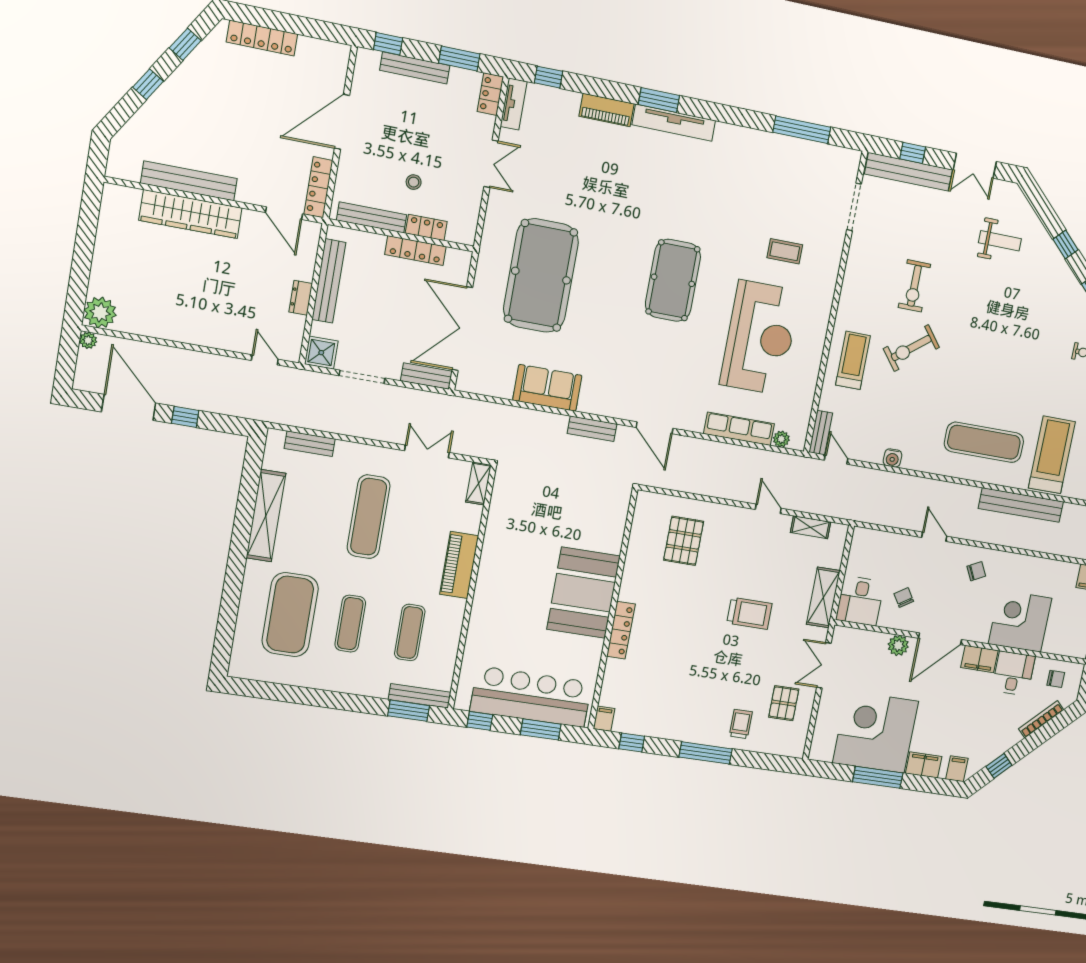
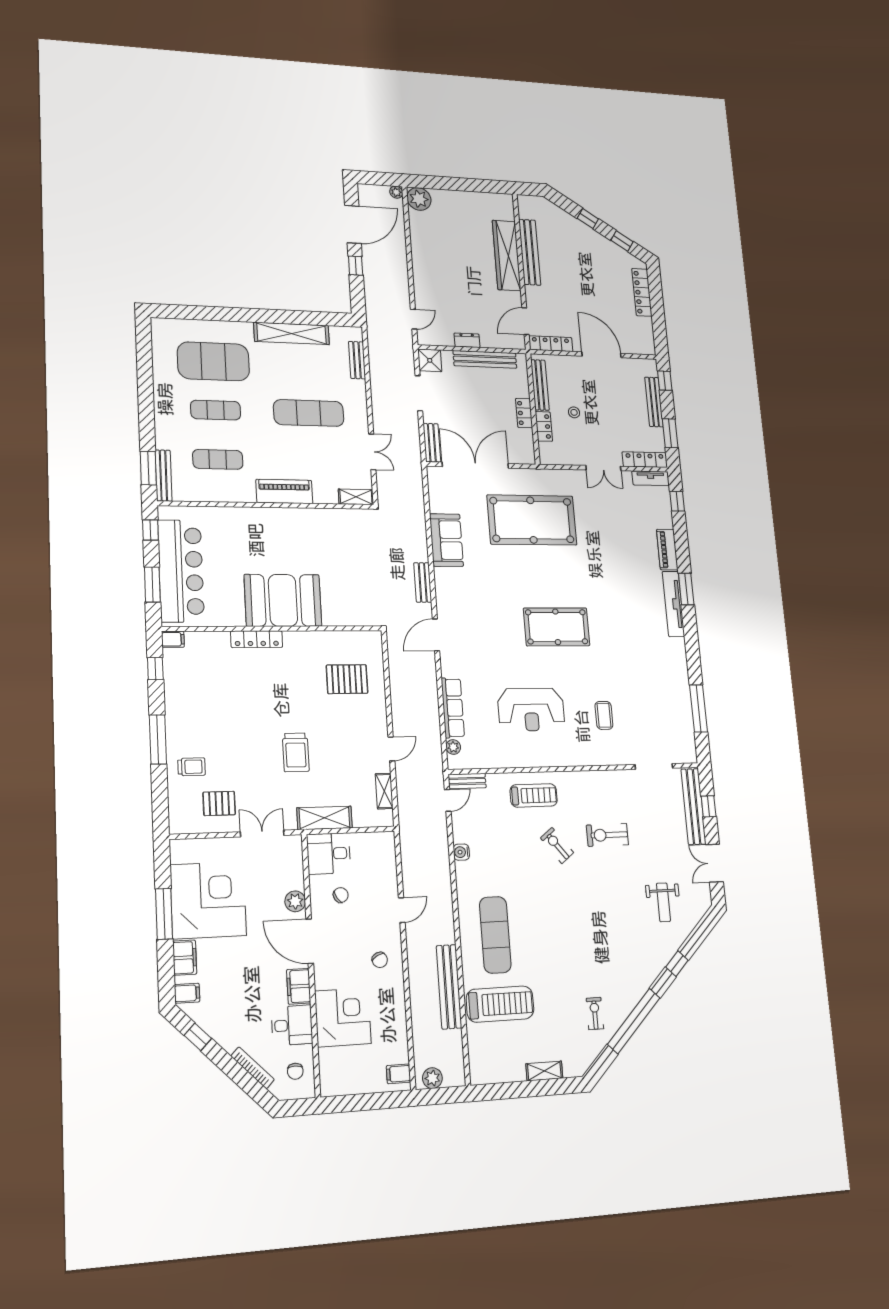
locker: (490, 94) -> (645, 460), width x1.53
locker: (416, 251) -> (524, 413), width x0.66
reception desk: (760, 338) -> (531, 710), width x0.74, depth x0.77
exercise bike: (911, 348) -> (557, 845), width x0.73, depth x0.72

